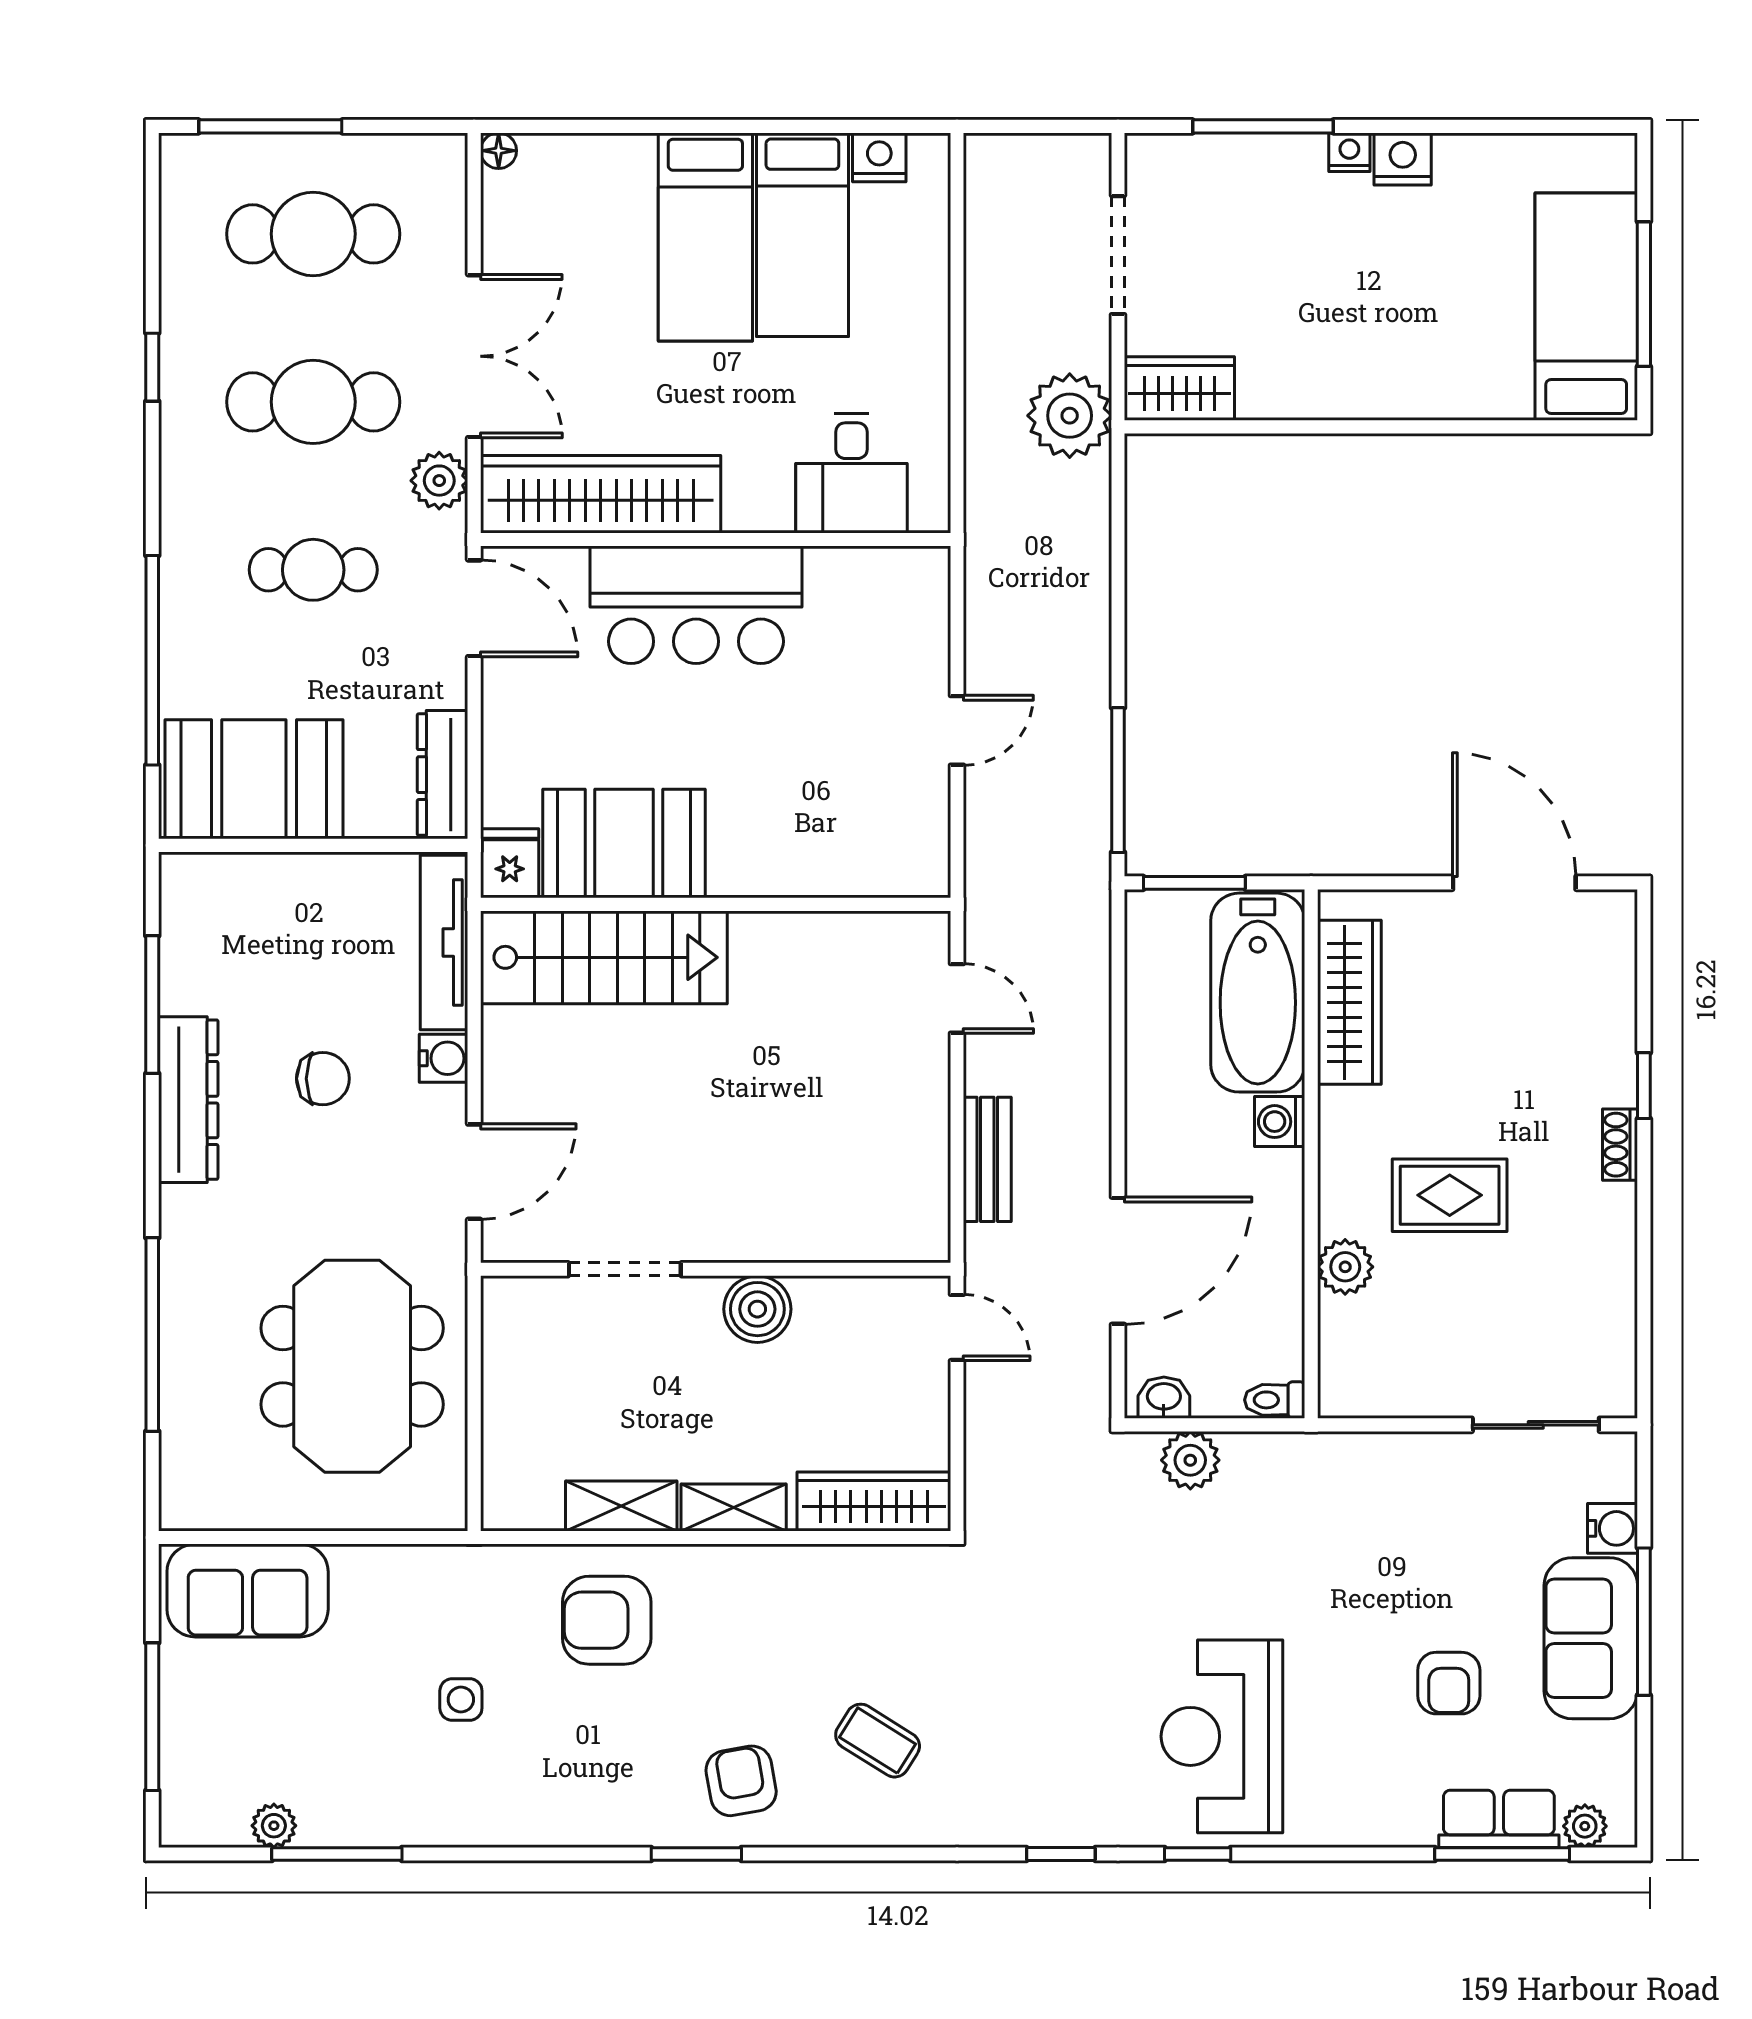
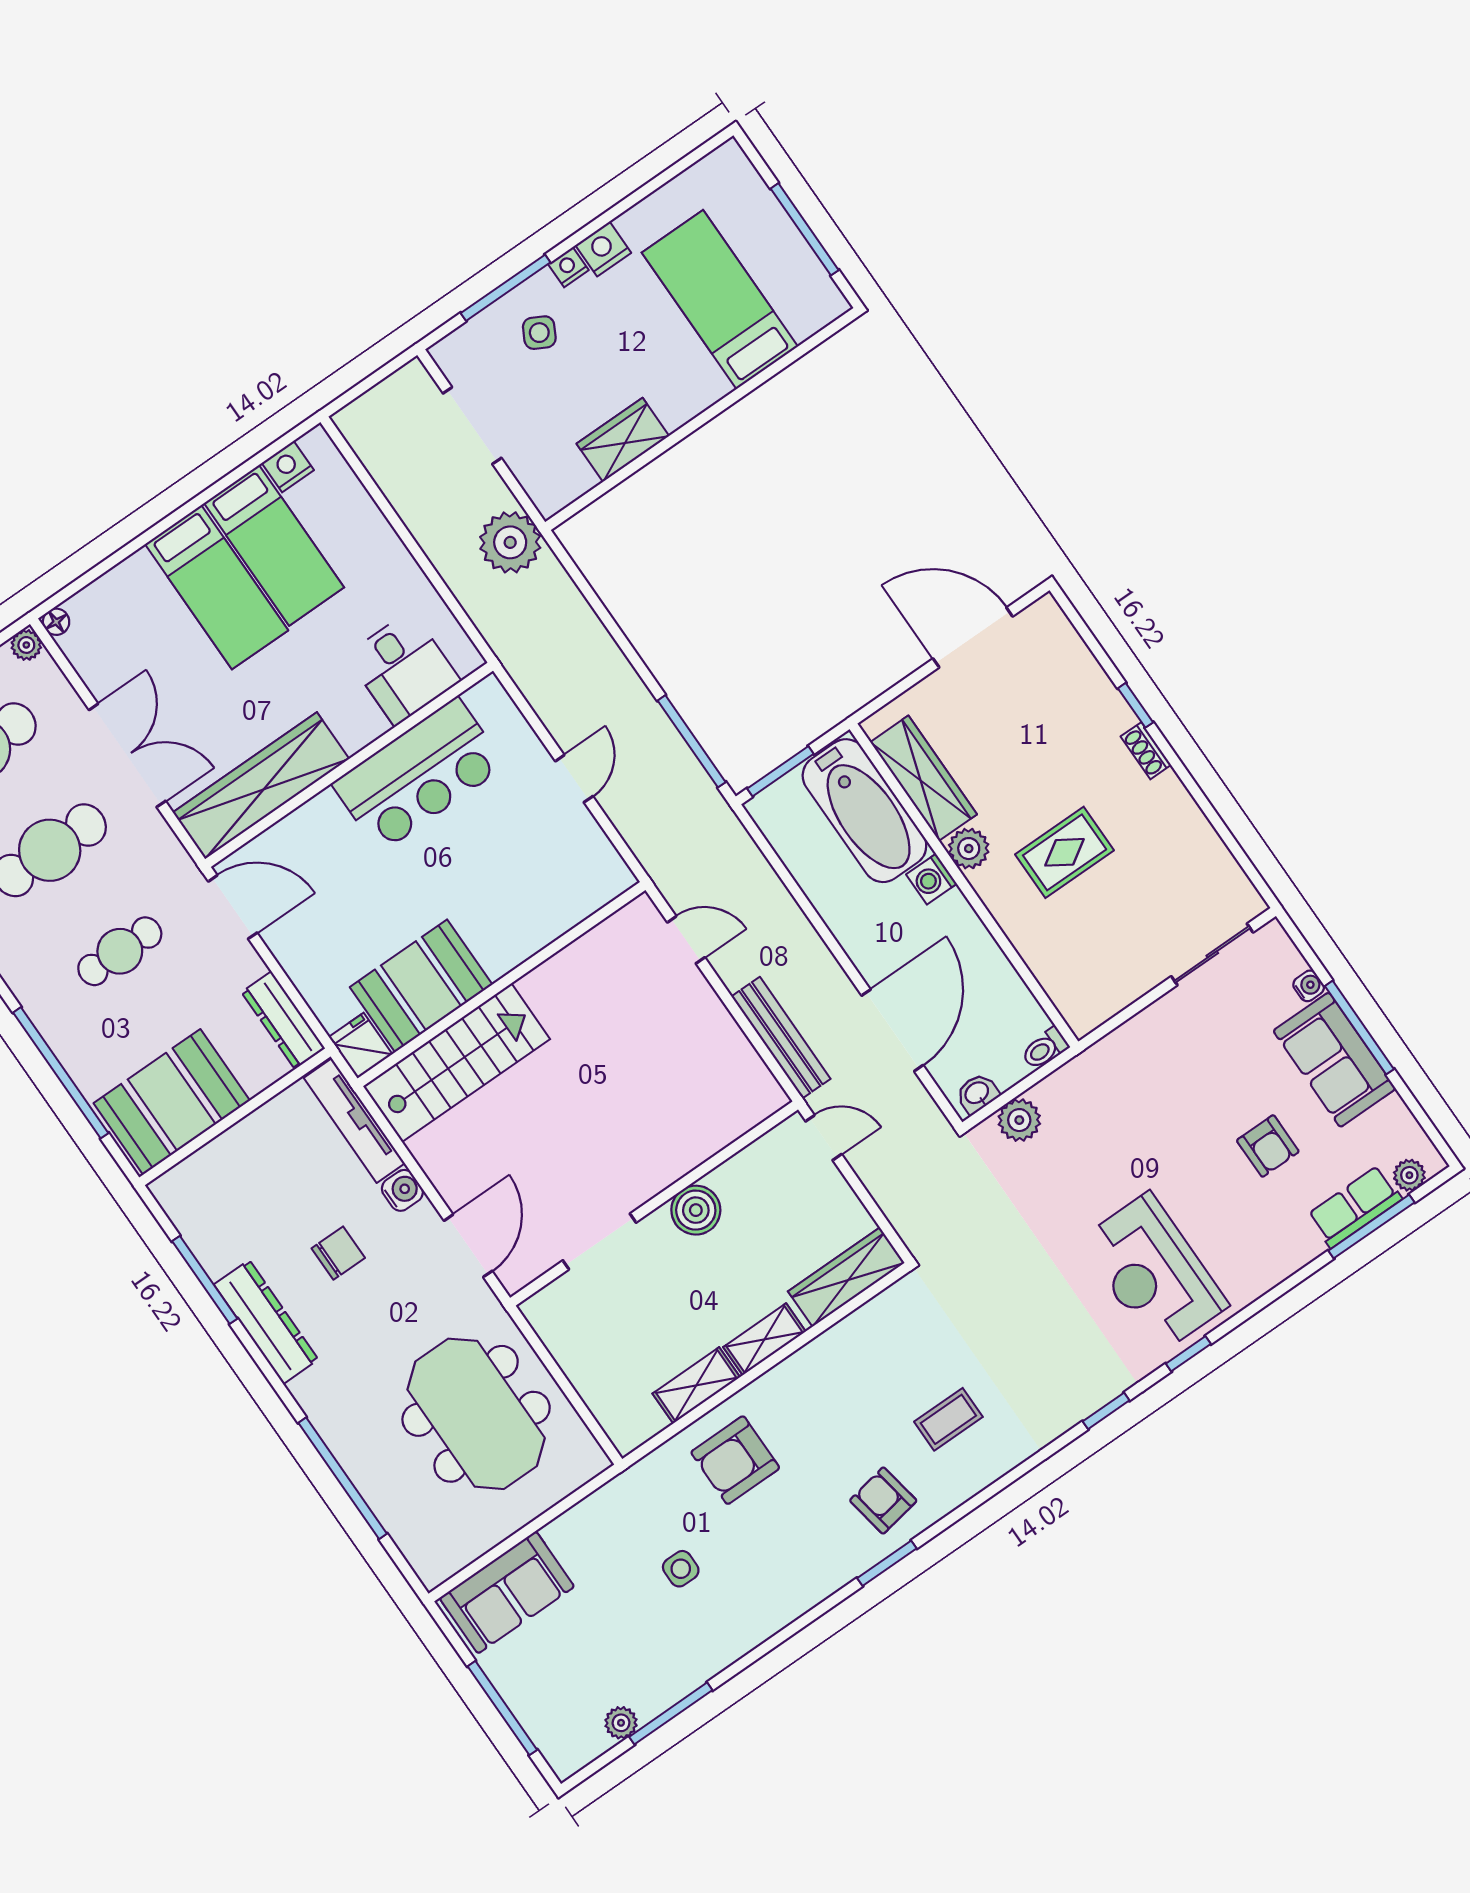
side table: (1266, 203) -> (539, 333), added
bed: (1586, 307) -> (720, 300), moved
wardrobe: (1179, 388) -> (623, 440), moved
plant: (439, 481) -> (26, 645), moved, width x0.73, depth x0.73
bar counter: (696, 605) -> (419, 775), moved
bench: (987, 1159) -> (781, 1038), width x1.36
plant: (1345, 1267) -> (969, 849), moved
water cooler: (1612, 1528) -> (1309, 986), width x0.72, depth x0.72
coffee table: (878, 1741) -> (948, 1419), turned -32

